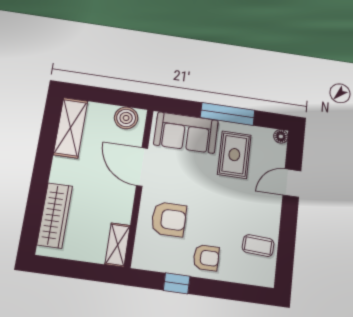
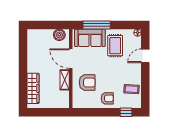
window: (227, 114) -> (97, 25), moved
shelving: (71, 128) -> (33, 44), removed
shelving: (118, 245) -> (65, 80), moved
window: (177, 283) -> (126, 112), moved

